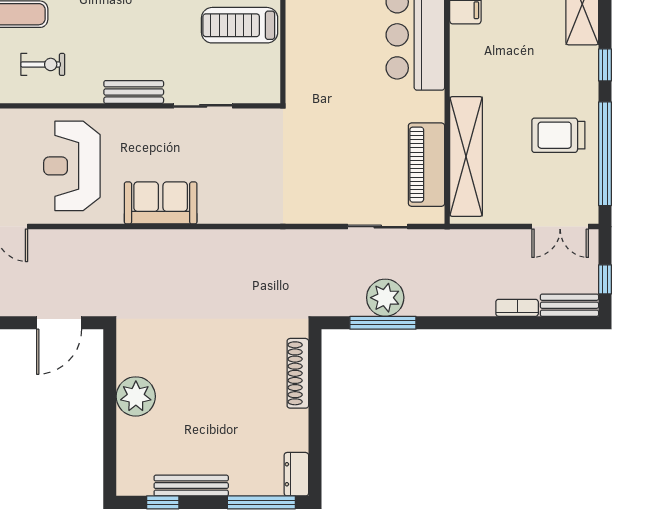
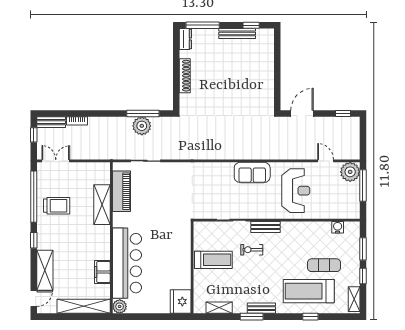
exercise bike: (43, 64) -> (252, 250), moved
shelving: (466, 156) -> (102, 205), width x0.68
shoe rack: (298, 373) -> (185, 76), moved
plant: (136, 396) -> (264, 77), removed

